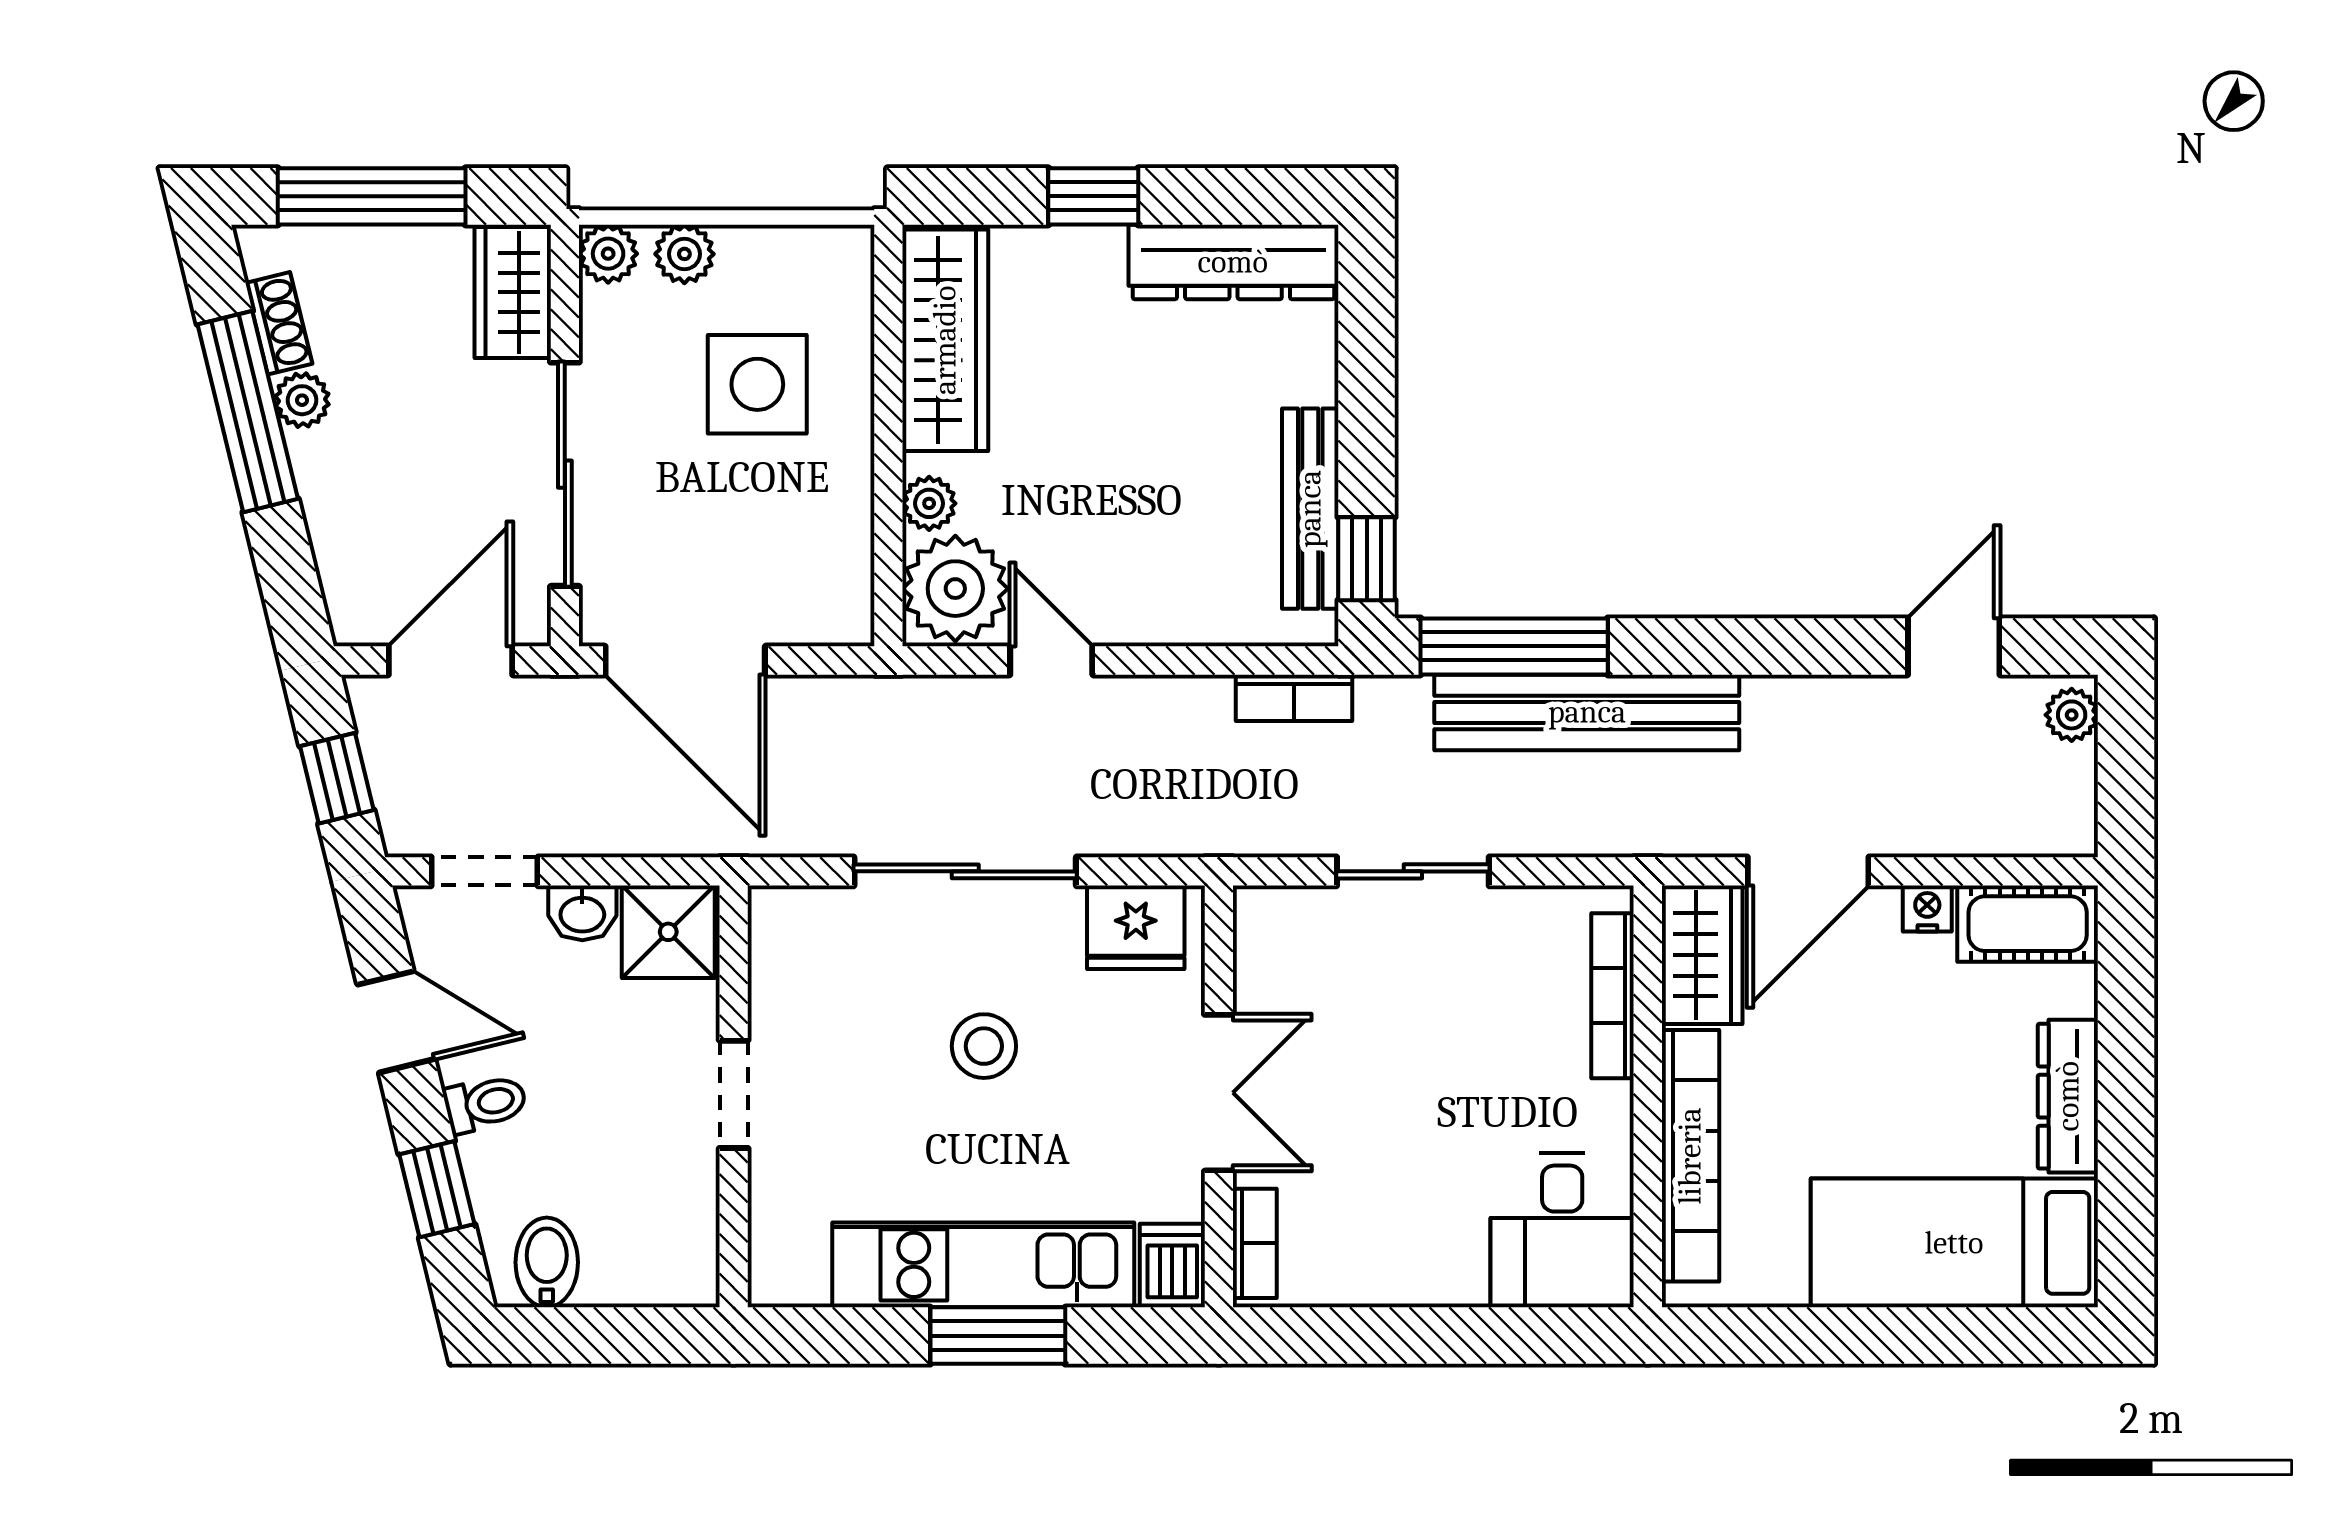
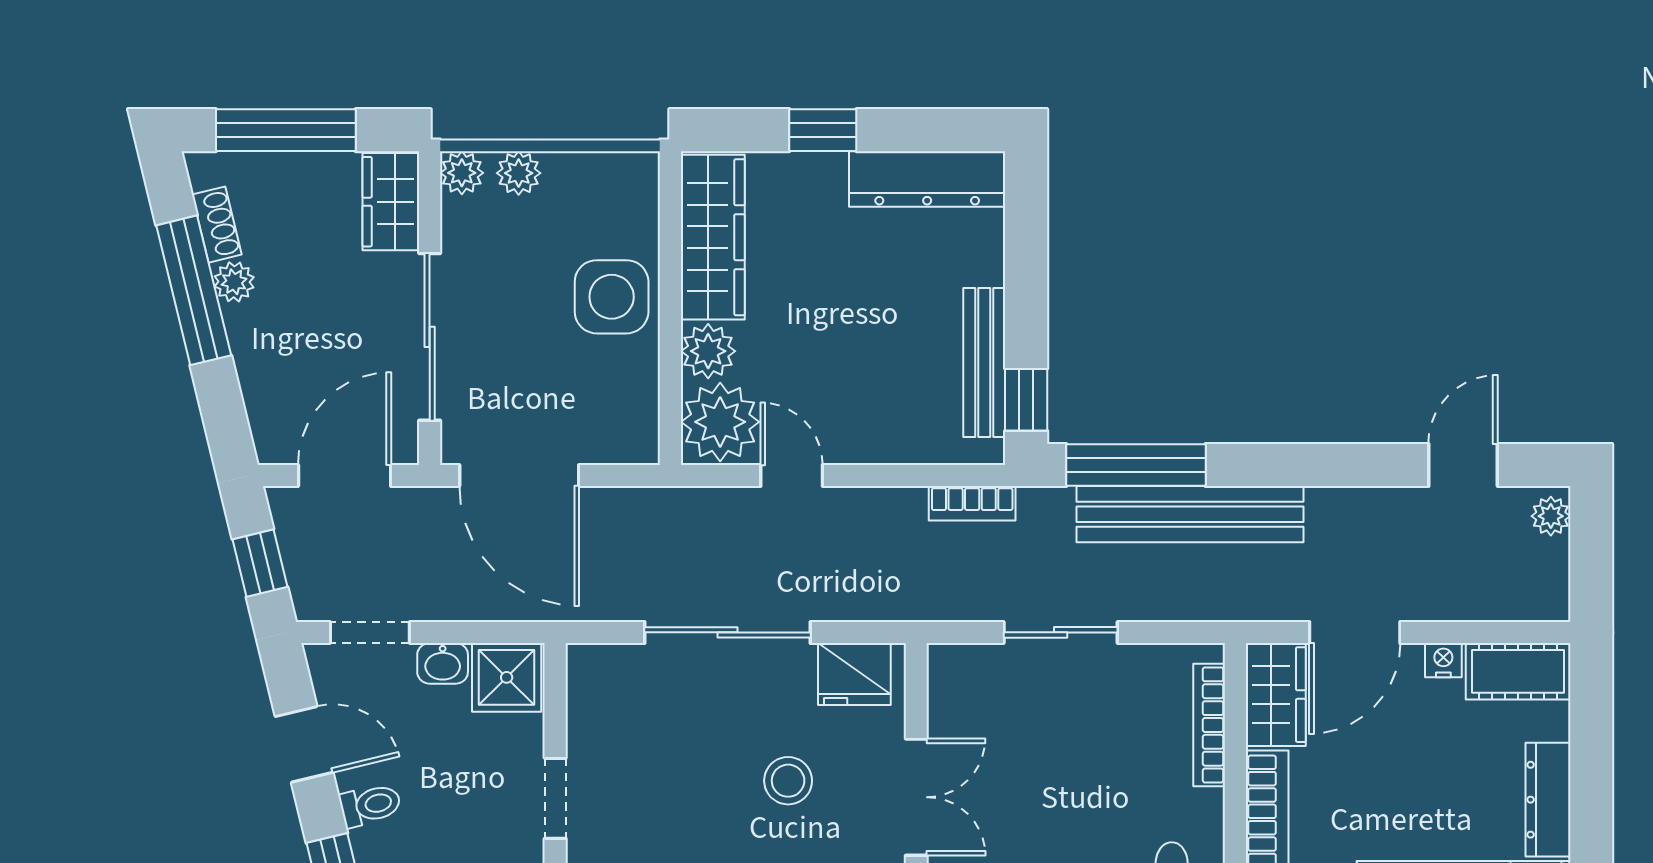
side table: (757, 384) -> (612, 297), moved
plant: (929, 503) -> (708, 351), width x1.38, depth x1.38
stool: (984, 1046) -> (788, 781), moved

